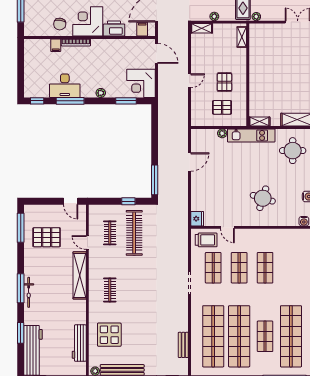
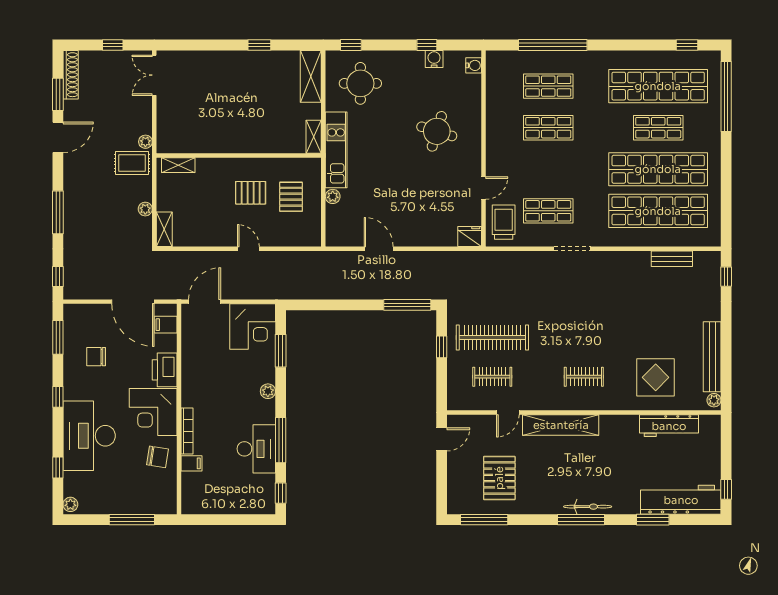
shop shelf: (239, 268) -> (548, 86), moved

